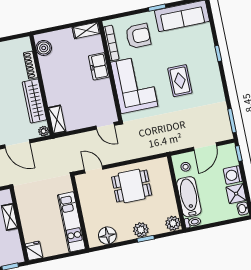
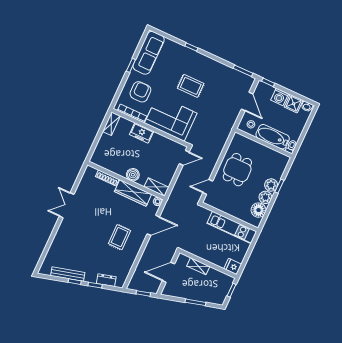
boiler: (44, 48) -> (133, 175), moved
plant: (173, 223) -> (265, 197), moved

